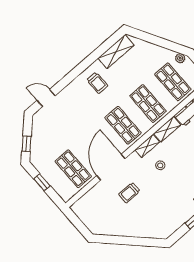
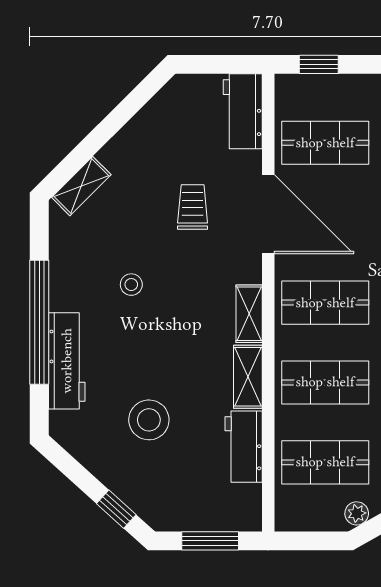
stool: (160, 165) -> (131, 285), moved
window: (42, 182) -> (319, 64), moved
workbench: (86, 203) -> (243, 111), added
shelving: (153, 233) -> (81, 186), added

